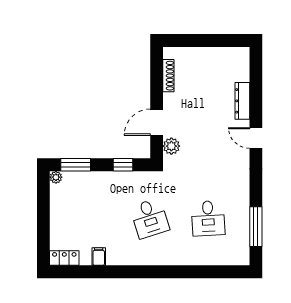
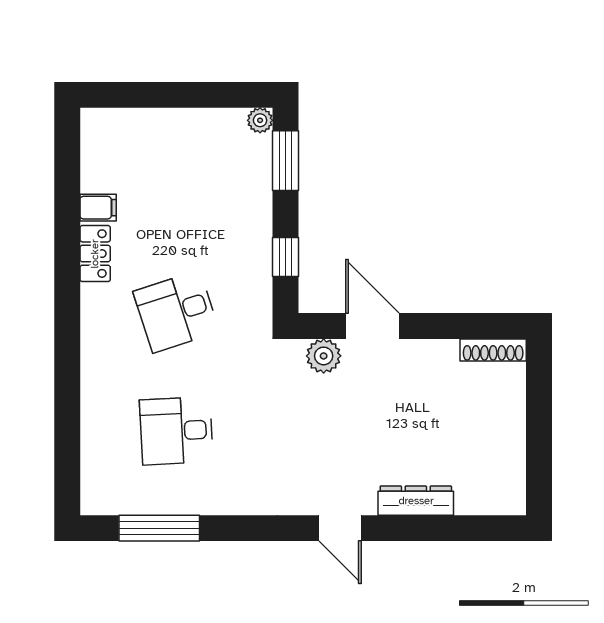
shoe rack: (168, 76) -> (493, 350), moved
door: (256, 138) -> (340, 528), swing flipped
locker: (64, 258) -> (95, 254), moved

